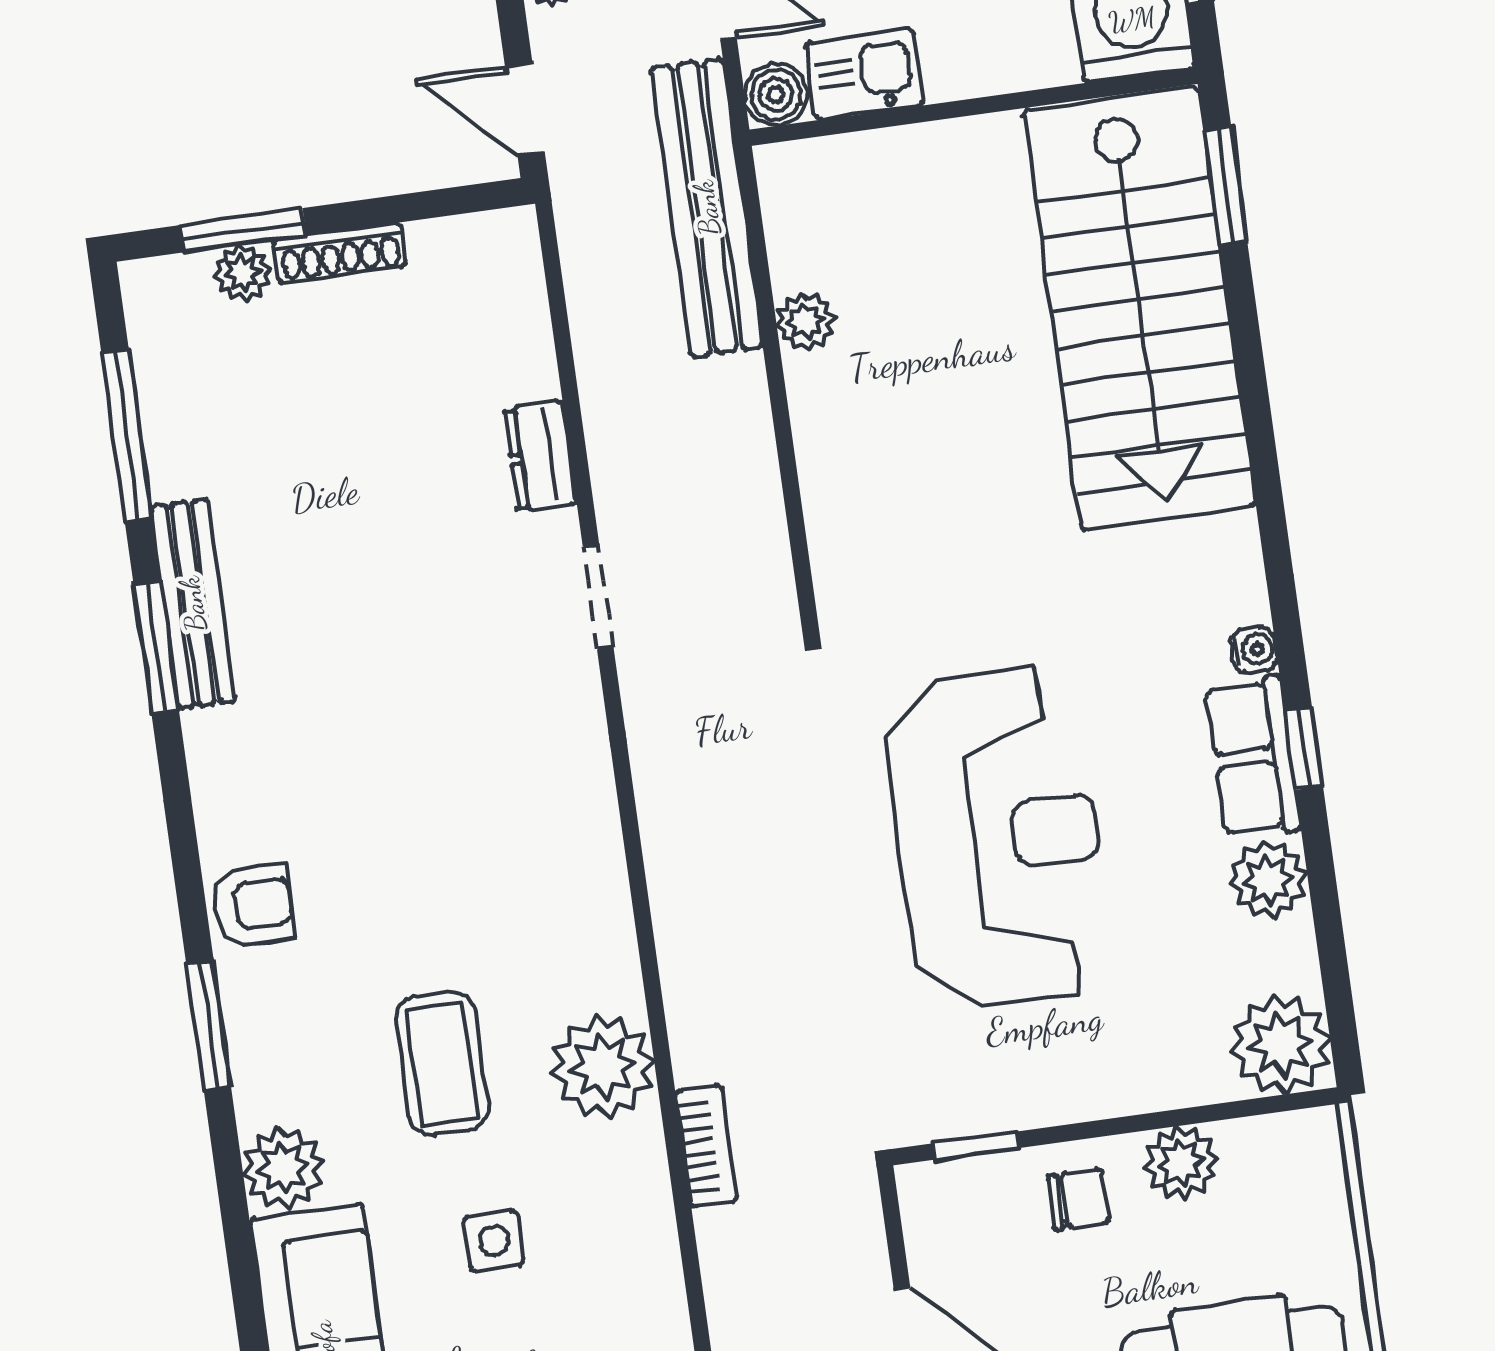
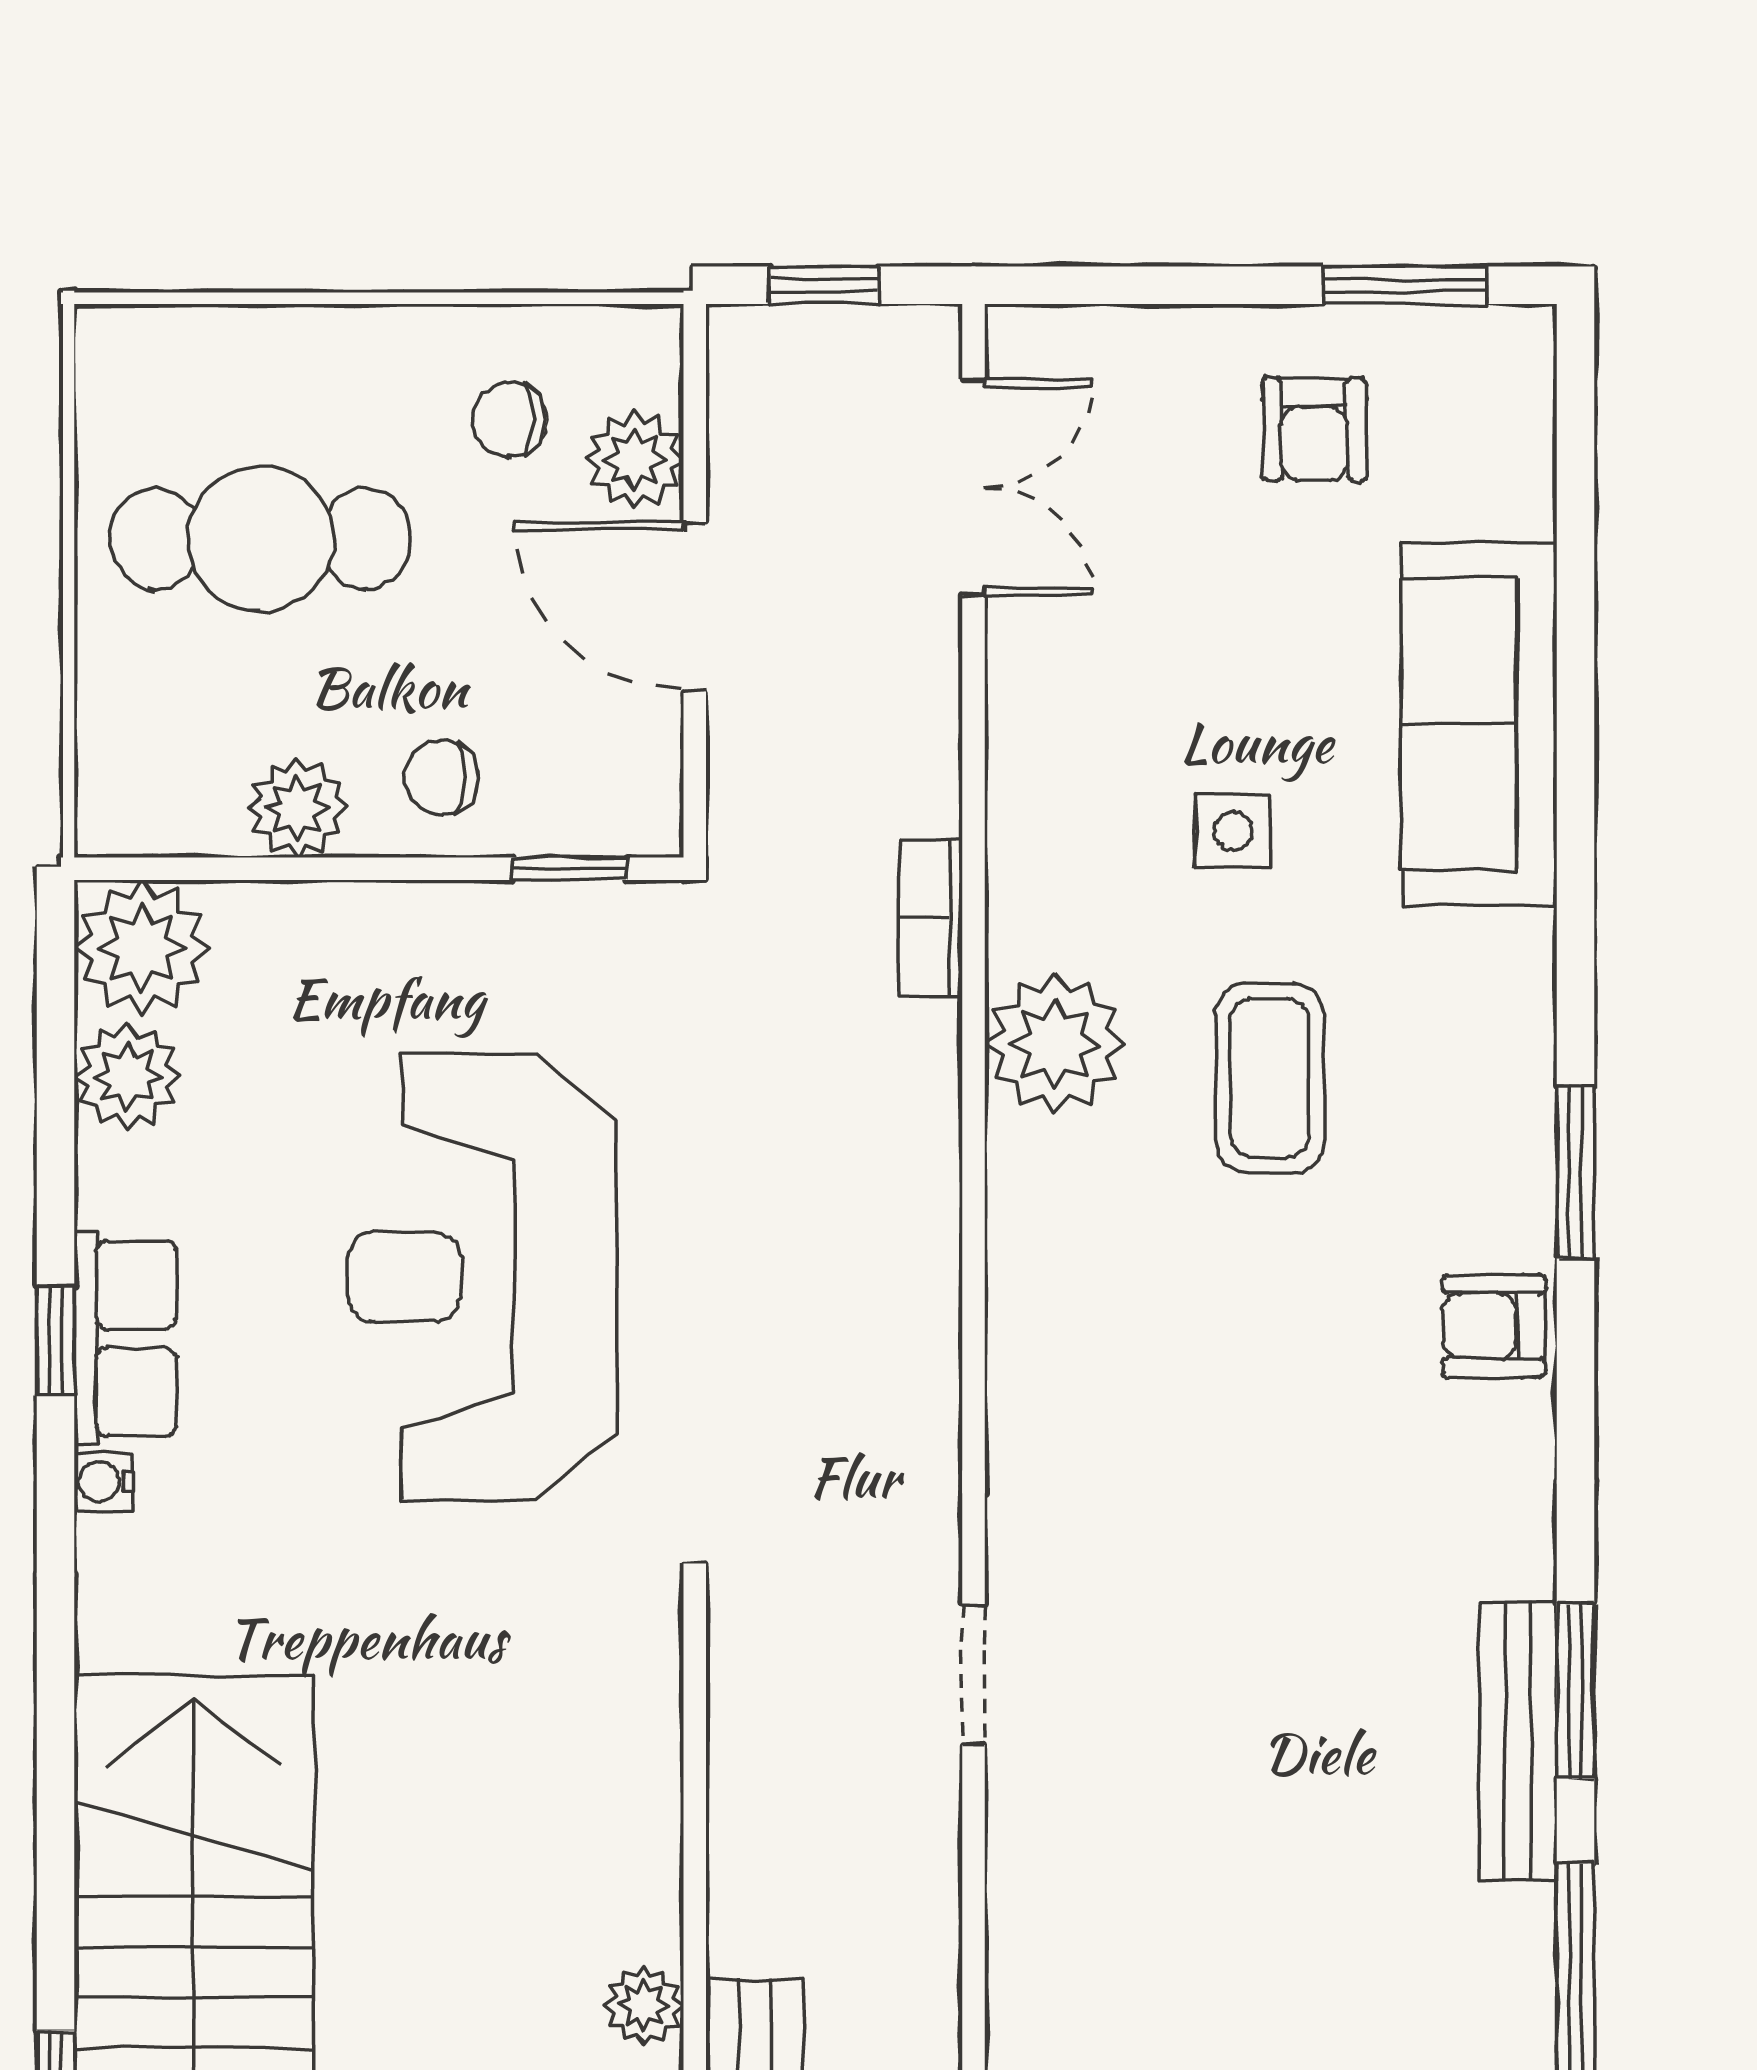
dresser: (540, 456) -> (1025, 1875), removed
plant: (1268, 880) -> (127, 1076), moved
plant: (283, 1168) -> (1502, 968), removed

